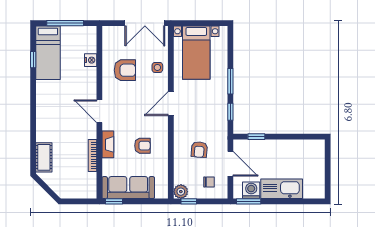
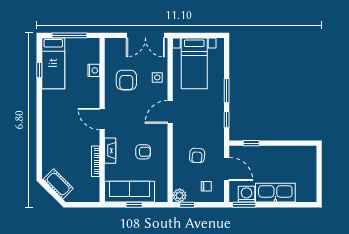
armchair: (125, 70) -> (126, 80), turned 90
cot: (44, 157) -> (58, 184), moved, turned -45
window: (114, 201) -> (134, 205), moved

